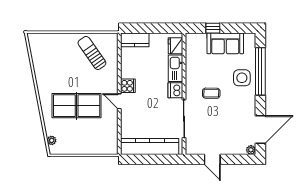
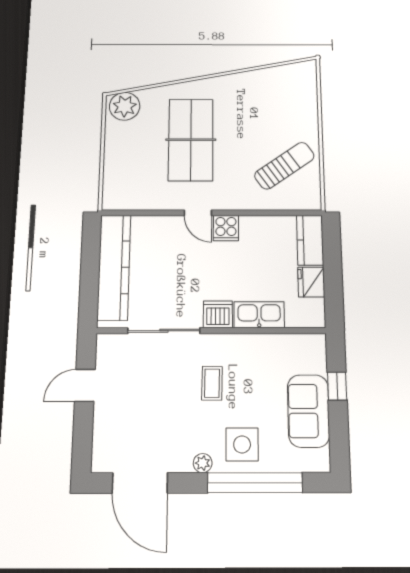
fridge: (175, 46) -> (311, 282), moved, turned -90
door: (119, 101) -> (198, 213), swing flipped
plant: (52, 140) -> (125, 106), width x1.87, depth x1.87
plant: (251, 150) -> (203, 463), moved

